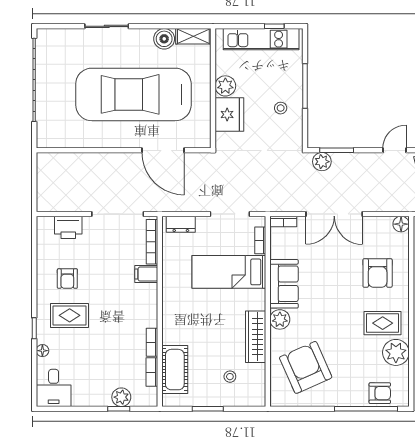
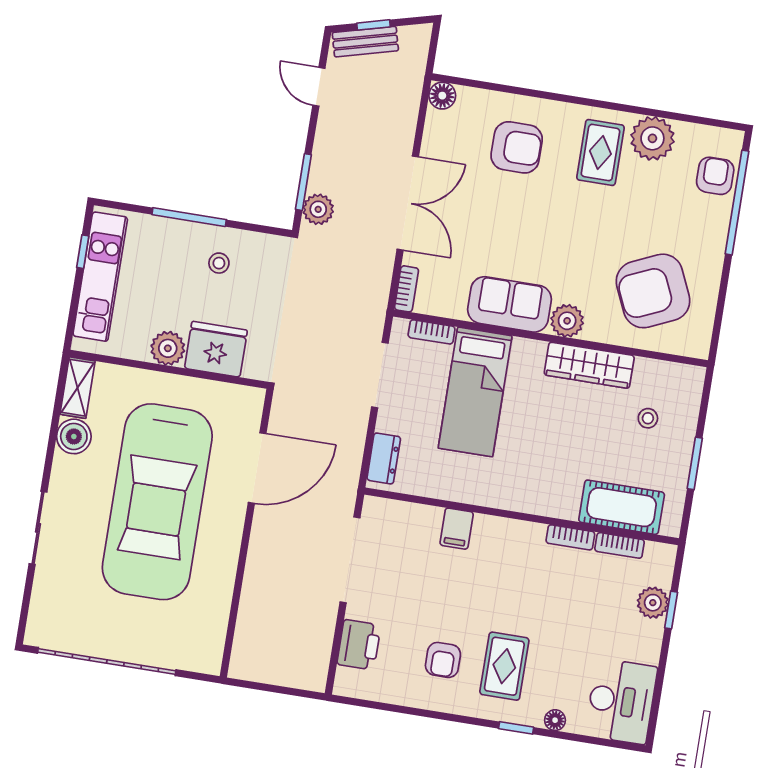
bookcase: (152, 242) -> (405, 511), removed
armchair: (67, 279) -> (443, 660), turned 90
desk: (54, 388) -> (621, 701), width x1.37

